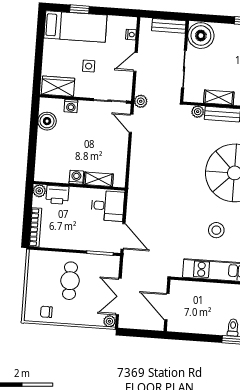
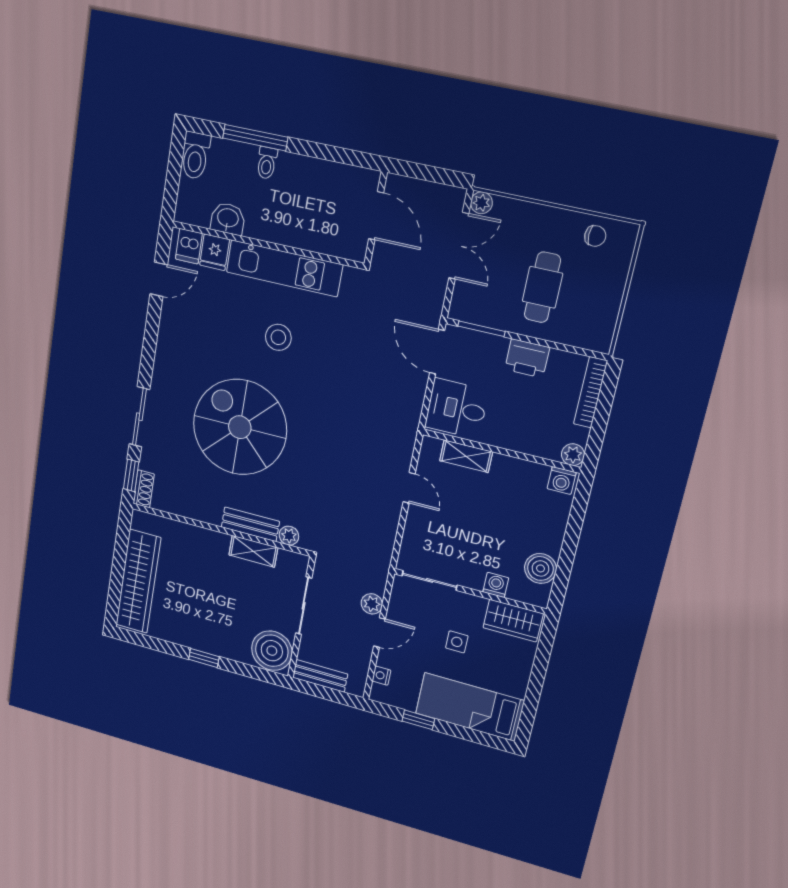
window: (79, 9) -> (418, 720), moved
plant: (141, 101) -> (372, 604), moved
door: (131, 123) -> (409, 488), moved
washing machine: (76, 177) -> (562, 480), moved
printer: (57, 195) -> (527, 358), moved, turned 180

